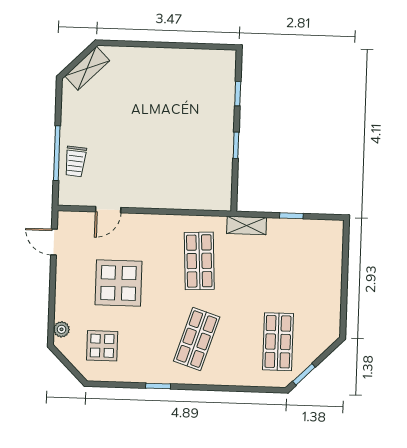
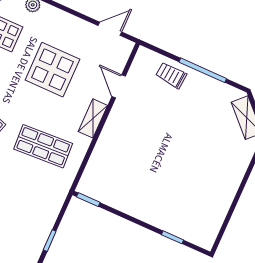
window: (236, 145) -> (88, 200), moved
window: (57, 153) -> (203, 70), moved
shelving: (247, 225) -> (93, 118), moved

